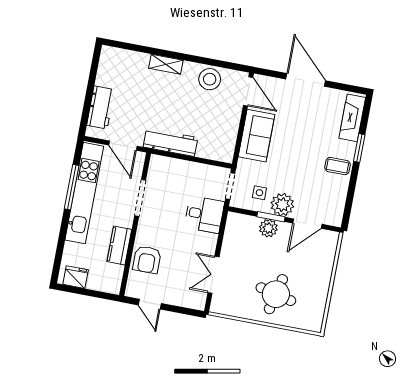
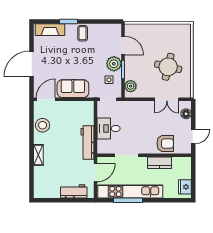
desk: (204, 214) -> (109, 129), moved, turned -90
plant: (268, 228) -> (131, 86), moved
round table: (276, 294) -> (168, 67), moved
floor lamp: (186, 300) -> (186, 114), added

